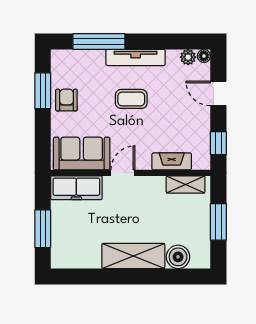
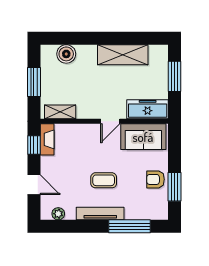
floor lamp: (204, 56) -> (46, 215), removed
armchair: (66, 100) -> (155, 179), turned 90
fireplace: (172, 161) -> (47, 139), moved, turned -90
shelving: (133, 256) -> (123, 55), moved

